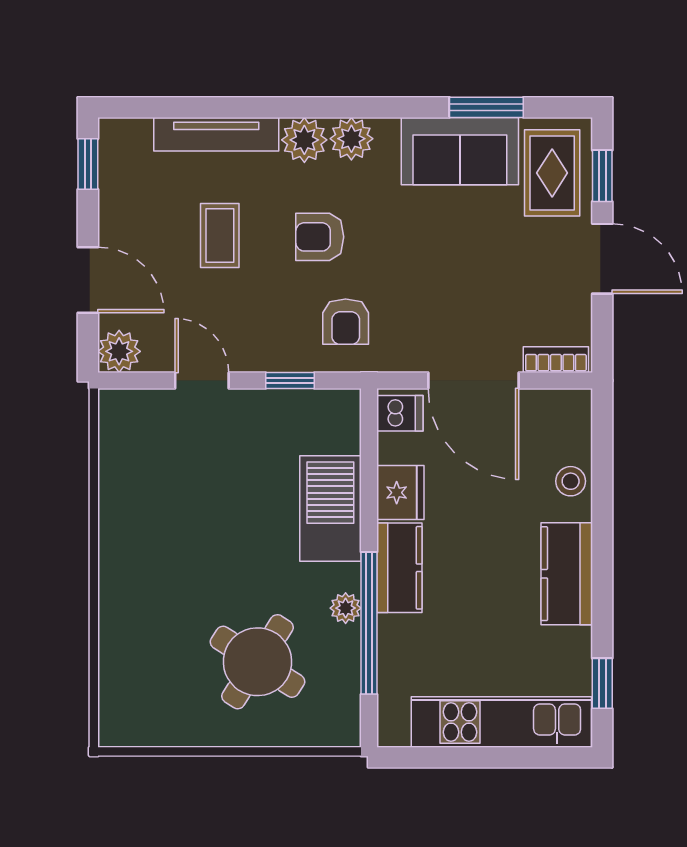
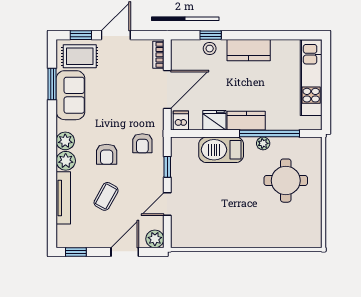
coffee table: (220, 236) -> (106, 196), turned -61
armchair: (346, 322) -> (142, 143), turned 90
round table: (258, 662) -> (286, 181), turned -33
window: (602, 683) -> (211, 35), moved

